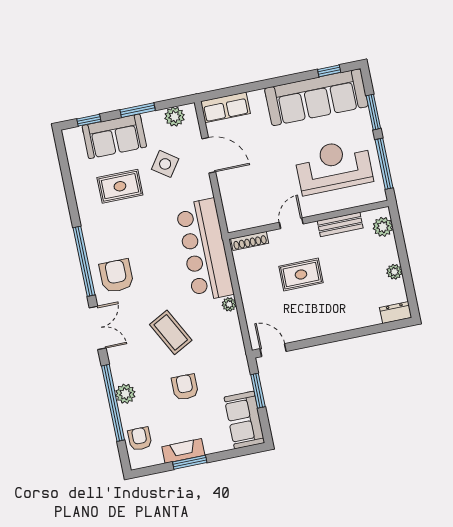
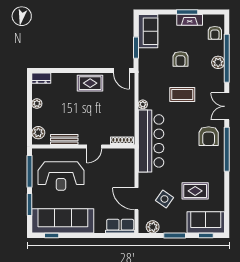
sofa: (114, 136) -> (206, 222), moved
rug: (301, 274) -> (90, 83), moved
coffee table: (171, 332) -> (182, 94), turned -62

